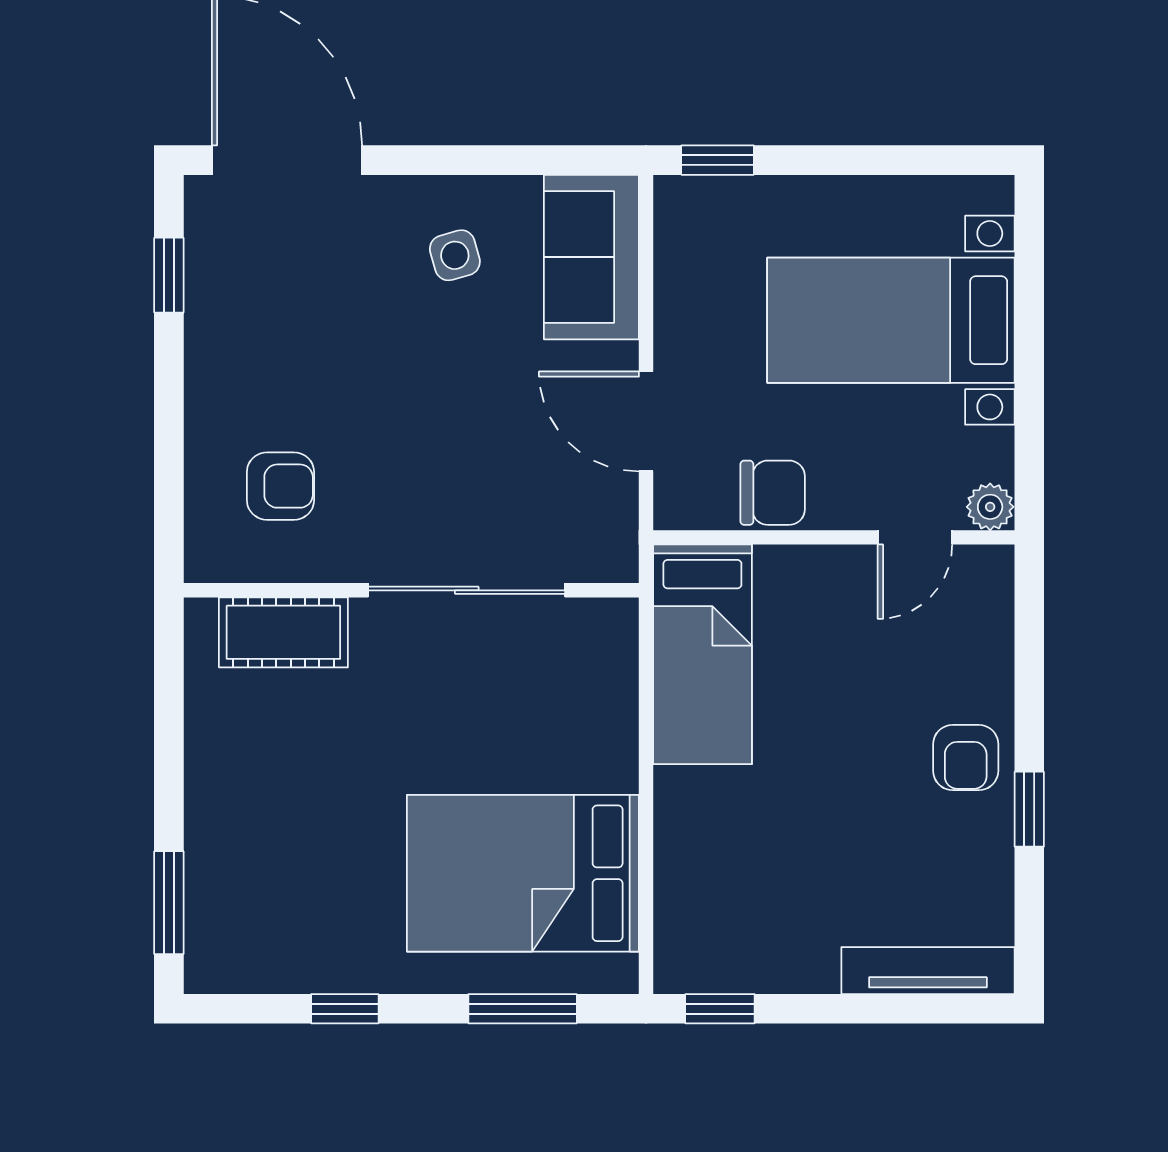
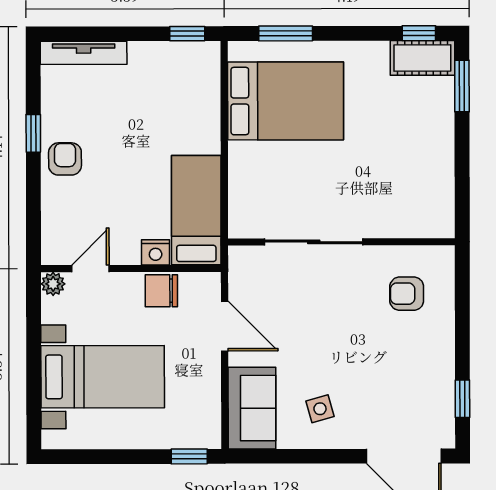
nightstand: (784, 570) -> (156, 252), added
cot: (283, 632) -> (422, 58), moved
window: (345, 1009) -> (419, 33), moved

